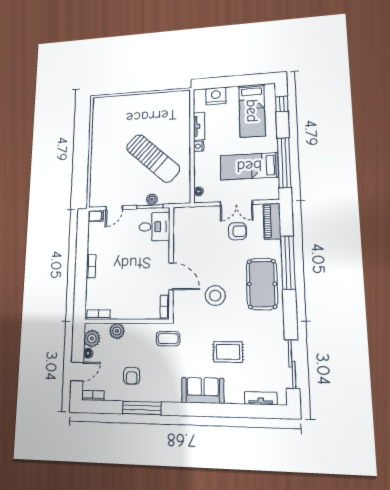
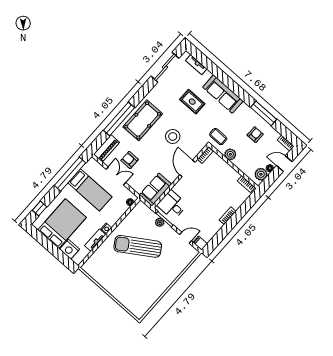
bed: (252, 111) -> (62, 224), width x1.50
sun lounger: (153, 158) -> (138, 246), turned -75
sofa: (184, 226) -> (155, 190), added
plant: (117, 331) -> (230, 154), moved
sofa: (203, 390) -> (223, 94), width x1.36

